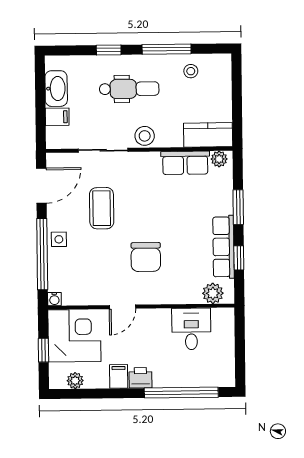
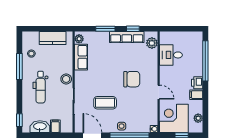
window: (109, 50) -> (19, 120), moved
dental chair: (129, 89) -> (41, 87), turned 180
kitchen counter: (208, 135) -> (53, 38), moved, turned -90

